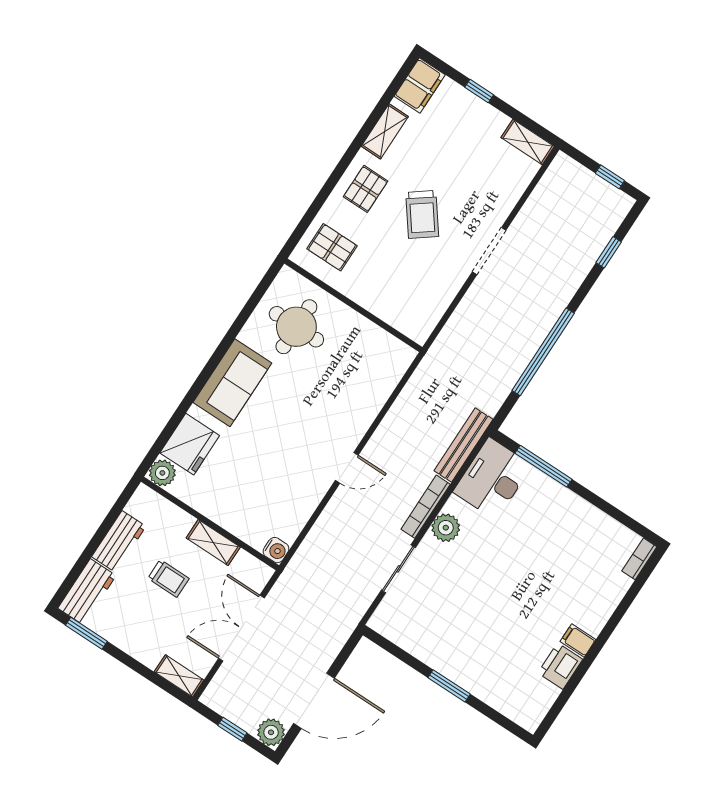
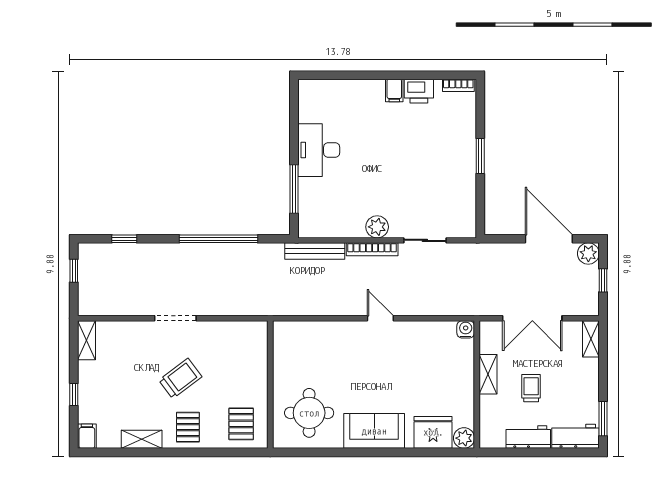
filing cabinet: (420, 85) -> (87, 436), width x0.50
pallet: (366, 189) -> (188, 427), turned 90
desk: (493, 479) -> (319, 150), moved, turned 90
bookcase: (639, 559) -> (458, 85), moved

